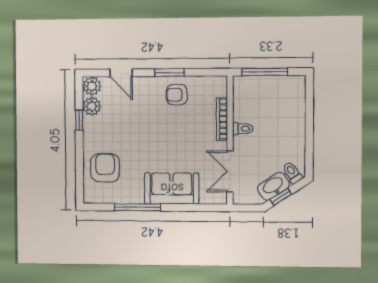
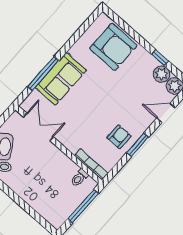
bookcase: (222, 119) -> (91, 164), moved
toilet: (243, 129) -> (79, 178), moved
armchair: (105, 168) -> (113, 47), width x1.36, depth x1.36
window: (138, 207) -> (43, 73), moved

